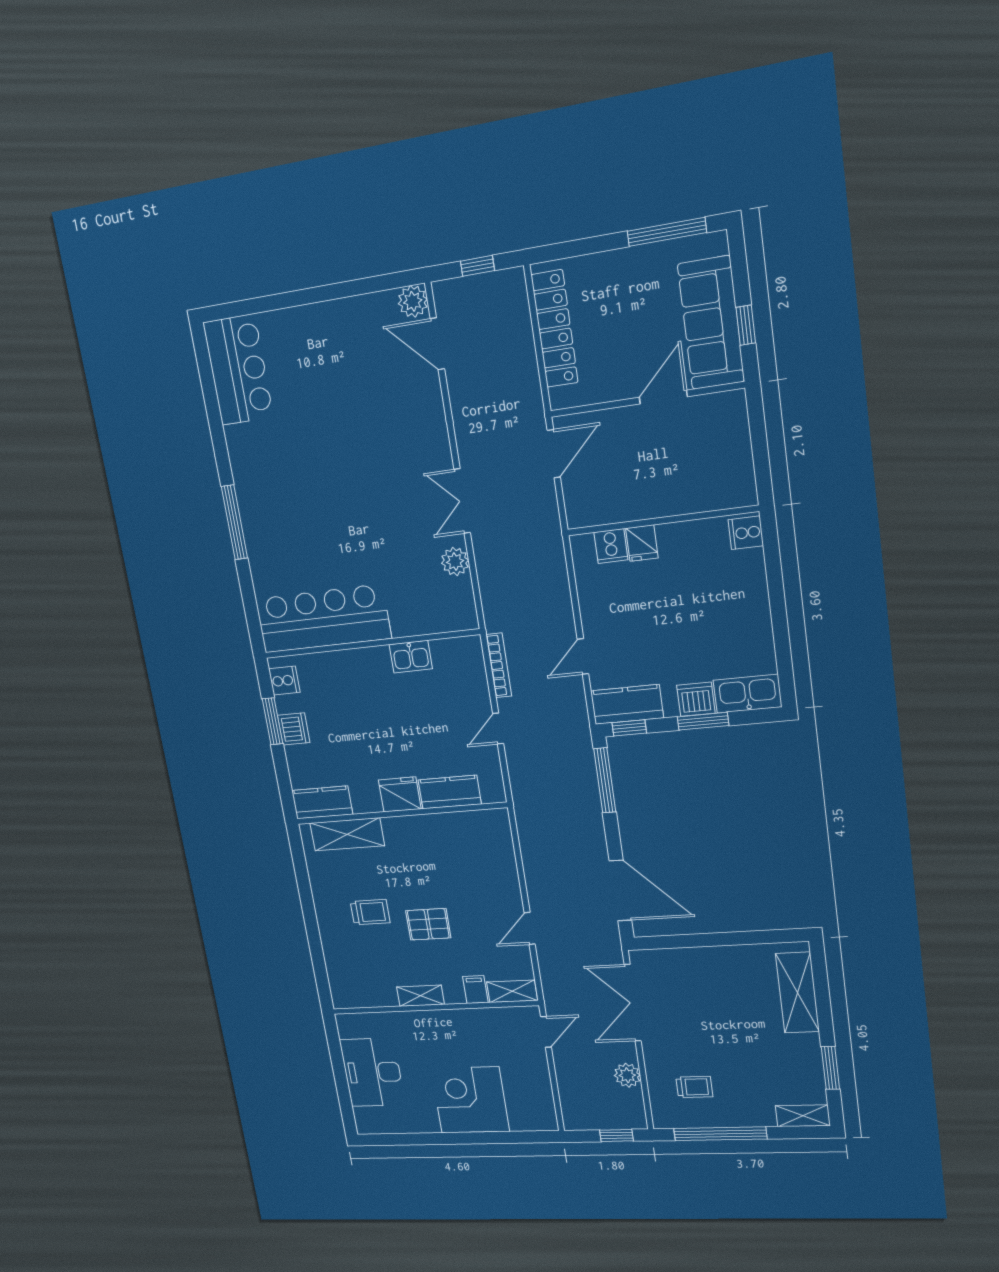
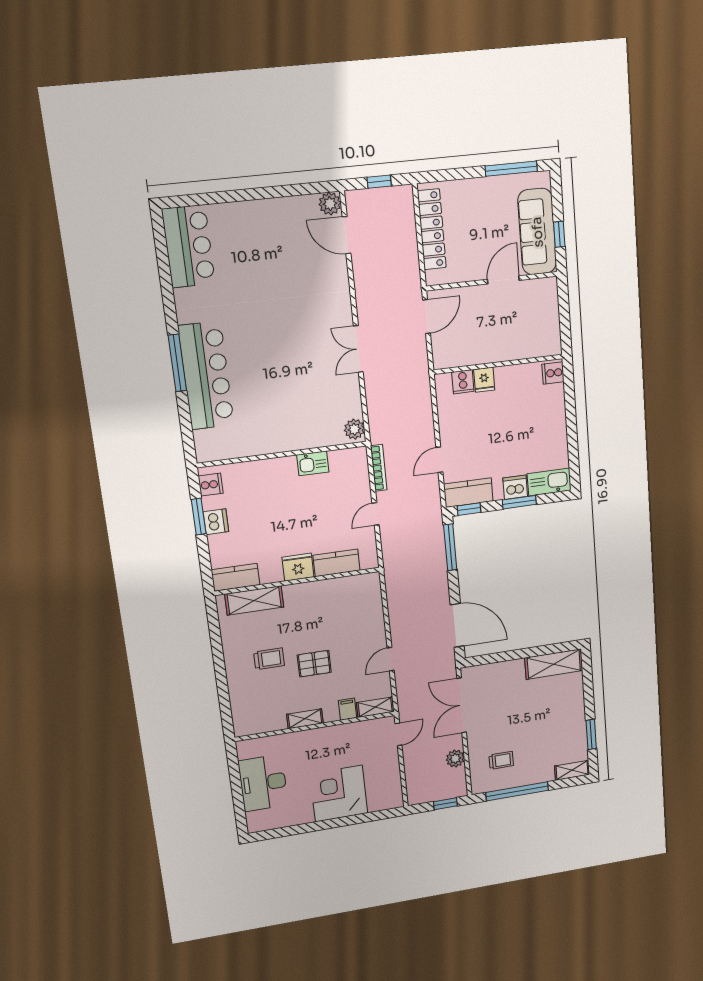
plant: (455, 562) -> (354, 429), moved
bar counter: (323, 619) -> (206, 376), moved, turned 90
shelving: (797, 993) -> (554, 664), moved, turned 90

